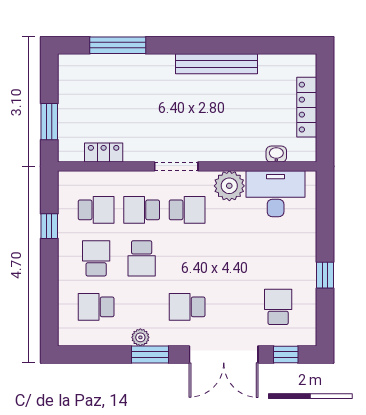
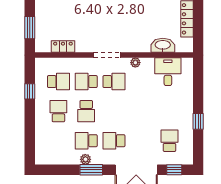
washbasin: (276, 154) -> (163, 45), width x1.91, depth x1.45
plant: (229, 186) -> (135, 63), width x0.53, depth x0.53
desk: (276, 194) -> (168, 72), width x0.73
school desk: (96, 307) -> (86, 141), moved

